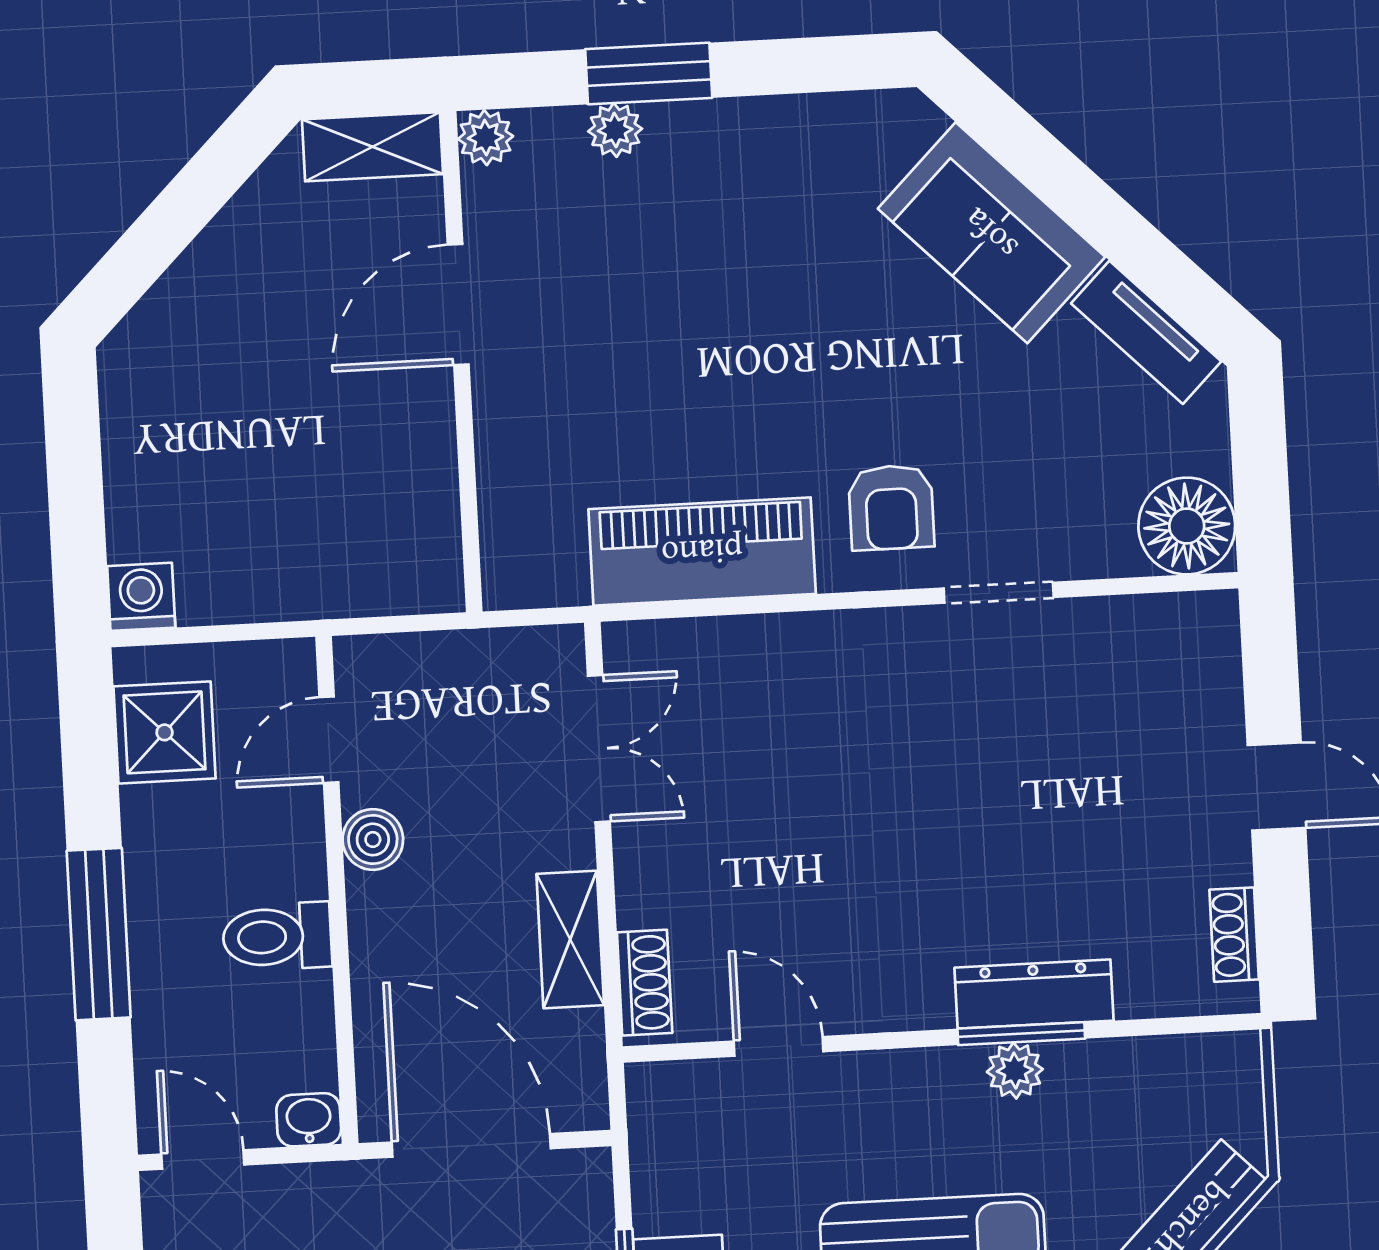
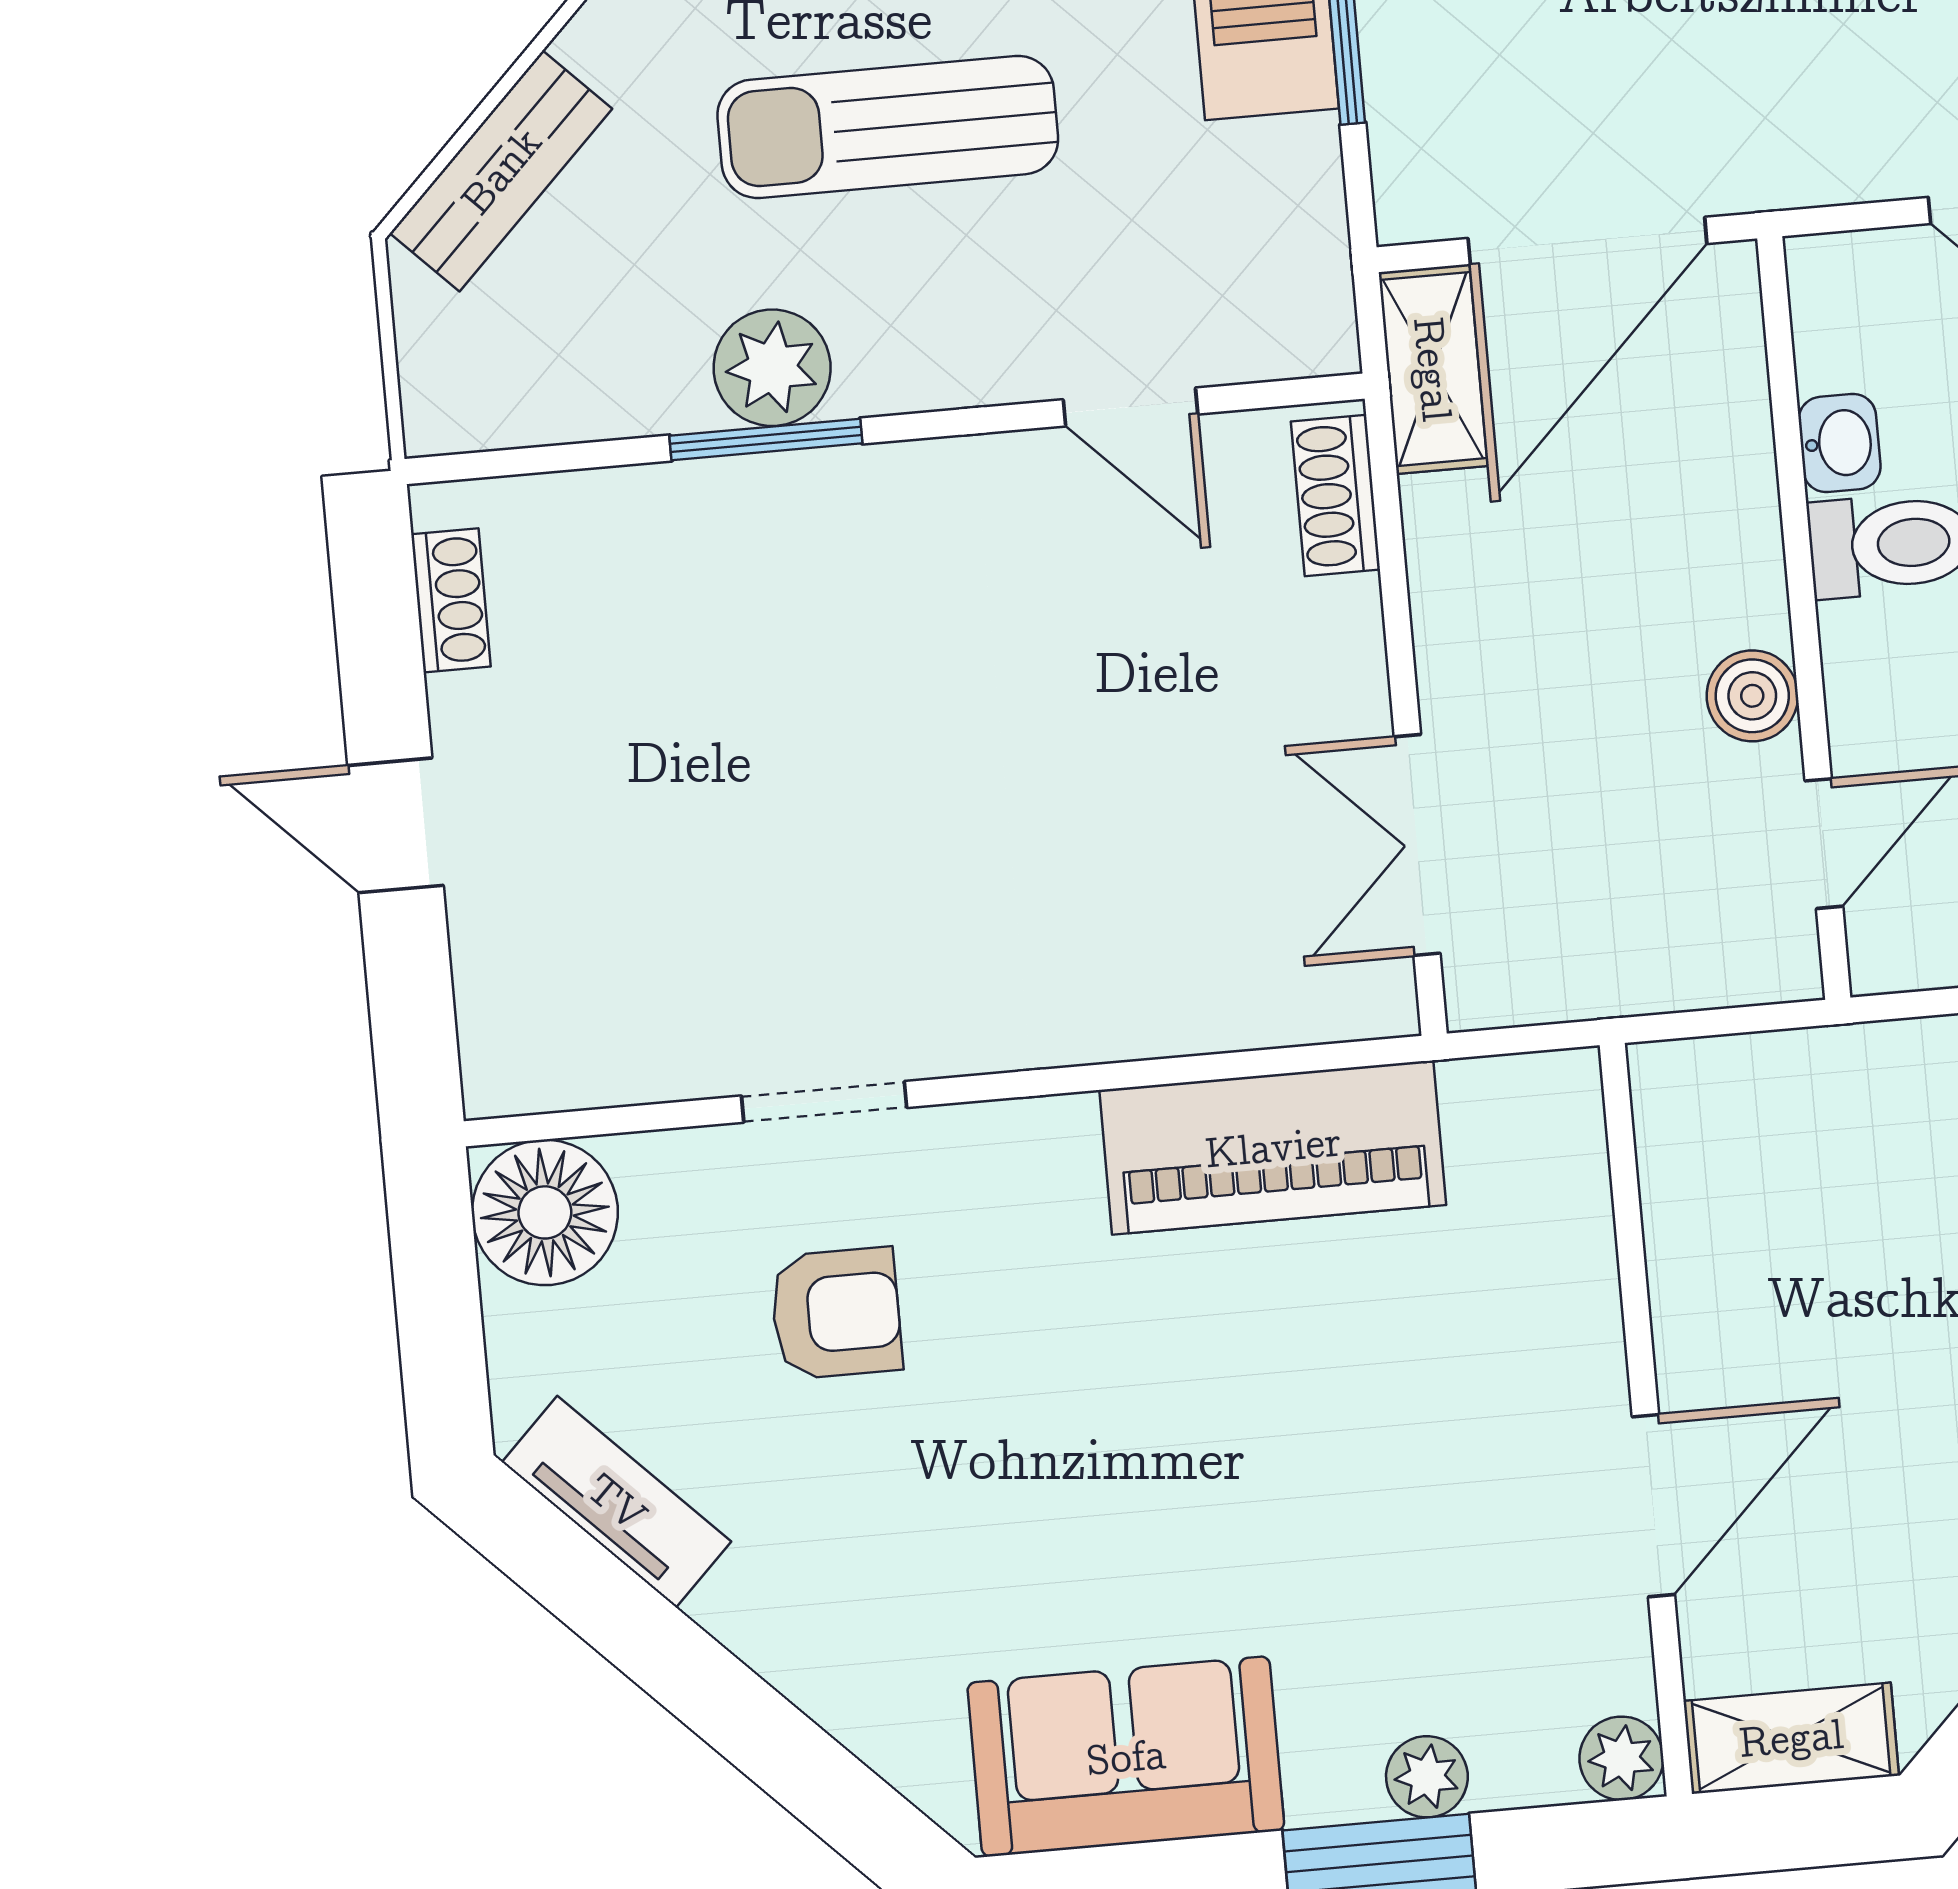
sofa: (991, 233) -> (1126, 1757), moved, turned -45
armchair: (891, 507) -> (836, 1313), moved, turned 90
shelving: (570, 939) -> (1433, 369), moved
dresser: (1034, 994) -> (749, 500), removed
plant: (1015, 1071) -> (772, 368), width x1.38, depth x1.38
washbasin: (309, 1120) -> (1840, 443), moved, turned -90
door: (471, 1145) -> (1587, 241), hinge flipped

